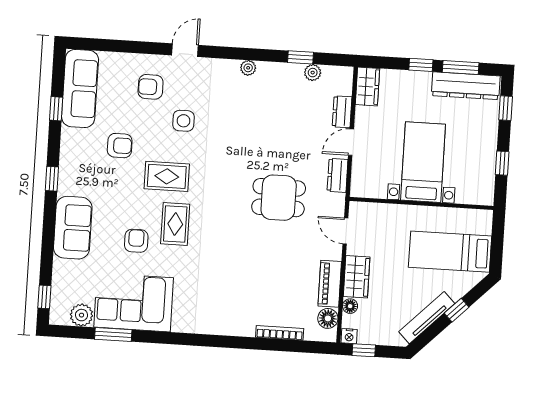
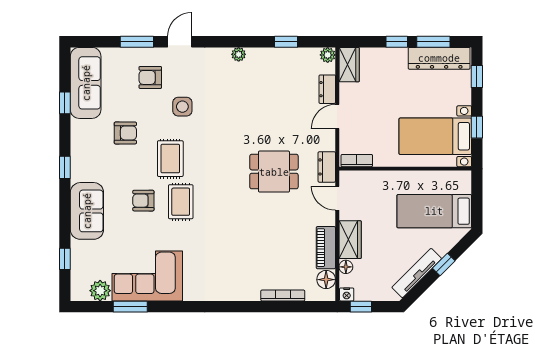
window: (138, 47) -> (137, 42), added
plant: (313, 73) -> (328, 55), moved
bed with nightstands: (423, 162) -> (435, 136), moved, turned -90
dresser: (338, 175) -> (327, 167), moved
rug: (167, 176) -> (170, 159), turned 90
bookcase: (369, 191) -> (357, 161), added
armchair: (136, 241) -> (143, 201), moved, turned -90
window: (44, 297) -> (65, 259), moved

